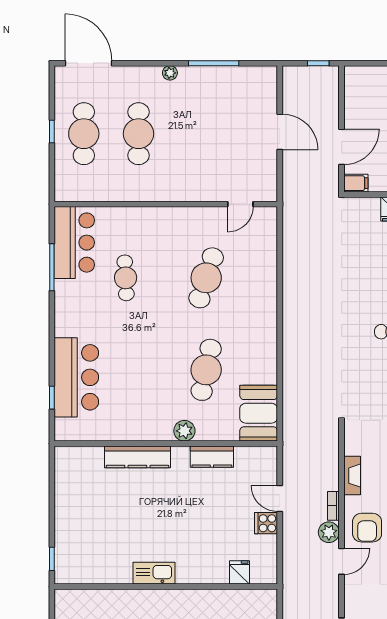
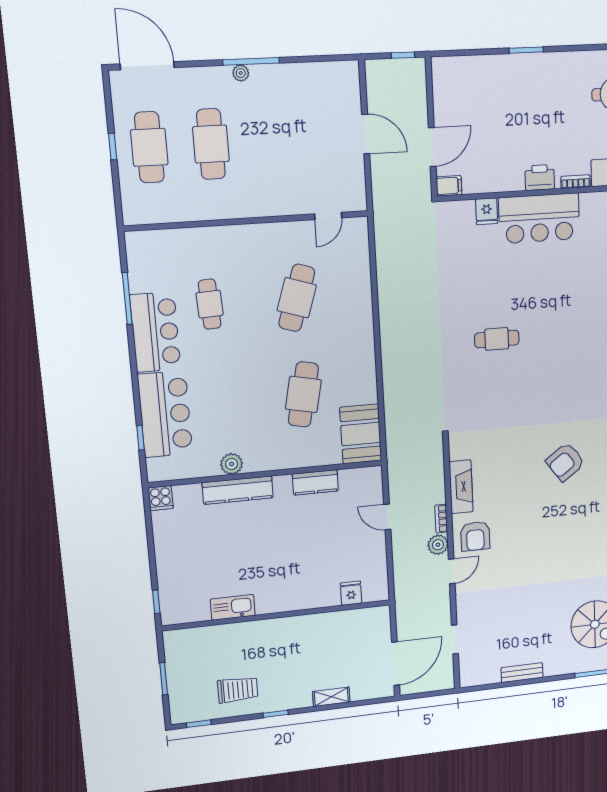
window: (214, 63) -> (251, 61), moved
bar counter: (74, 243) -> (155, 332), moved
plant: (184, 431) -> (232, 464), moved
fireplace: (352, 476) -> (461, 487), width x1.37, depth x1.32
cooker: (266, 523) -> (161, 498), moved, turned -90
kitchen sink: (154, 573) -> (233, 607), moved

